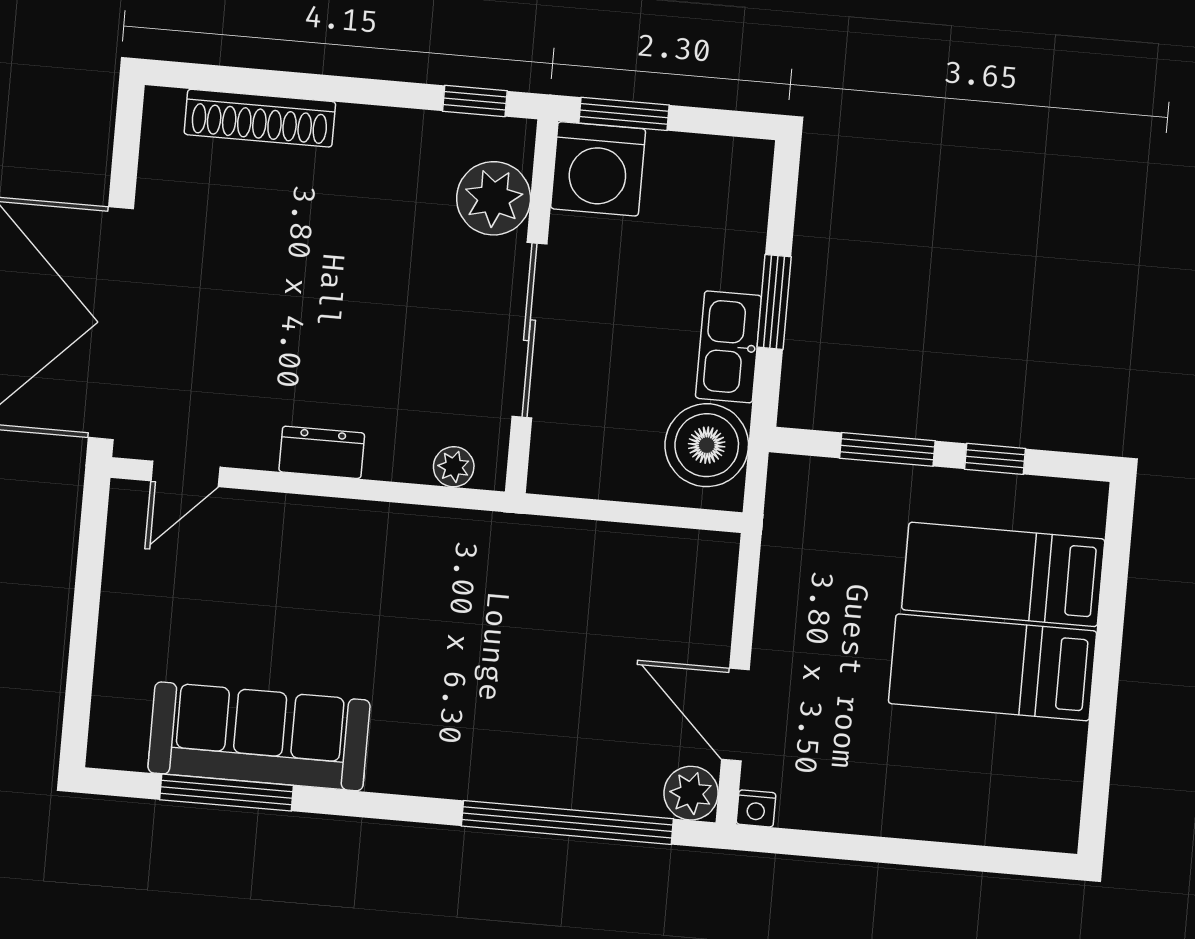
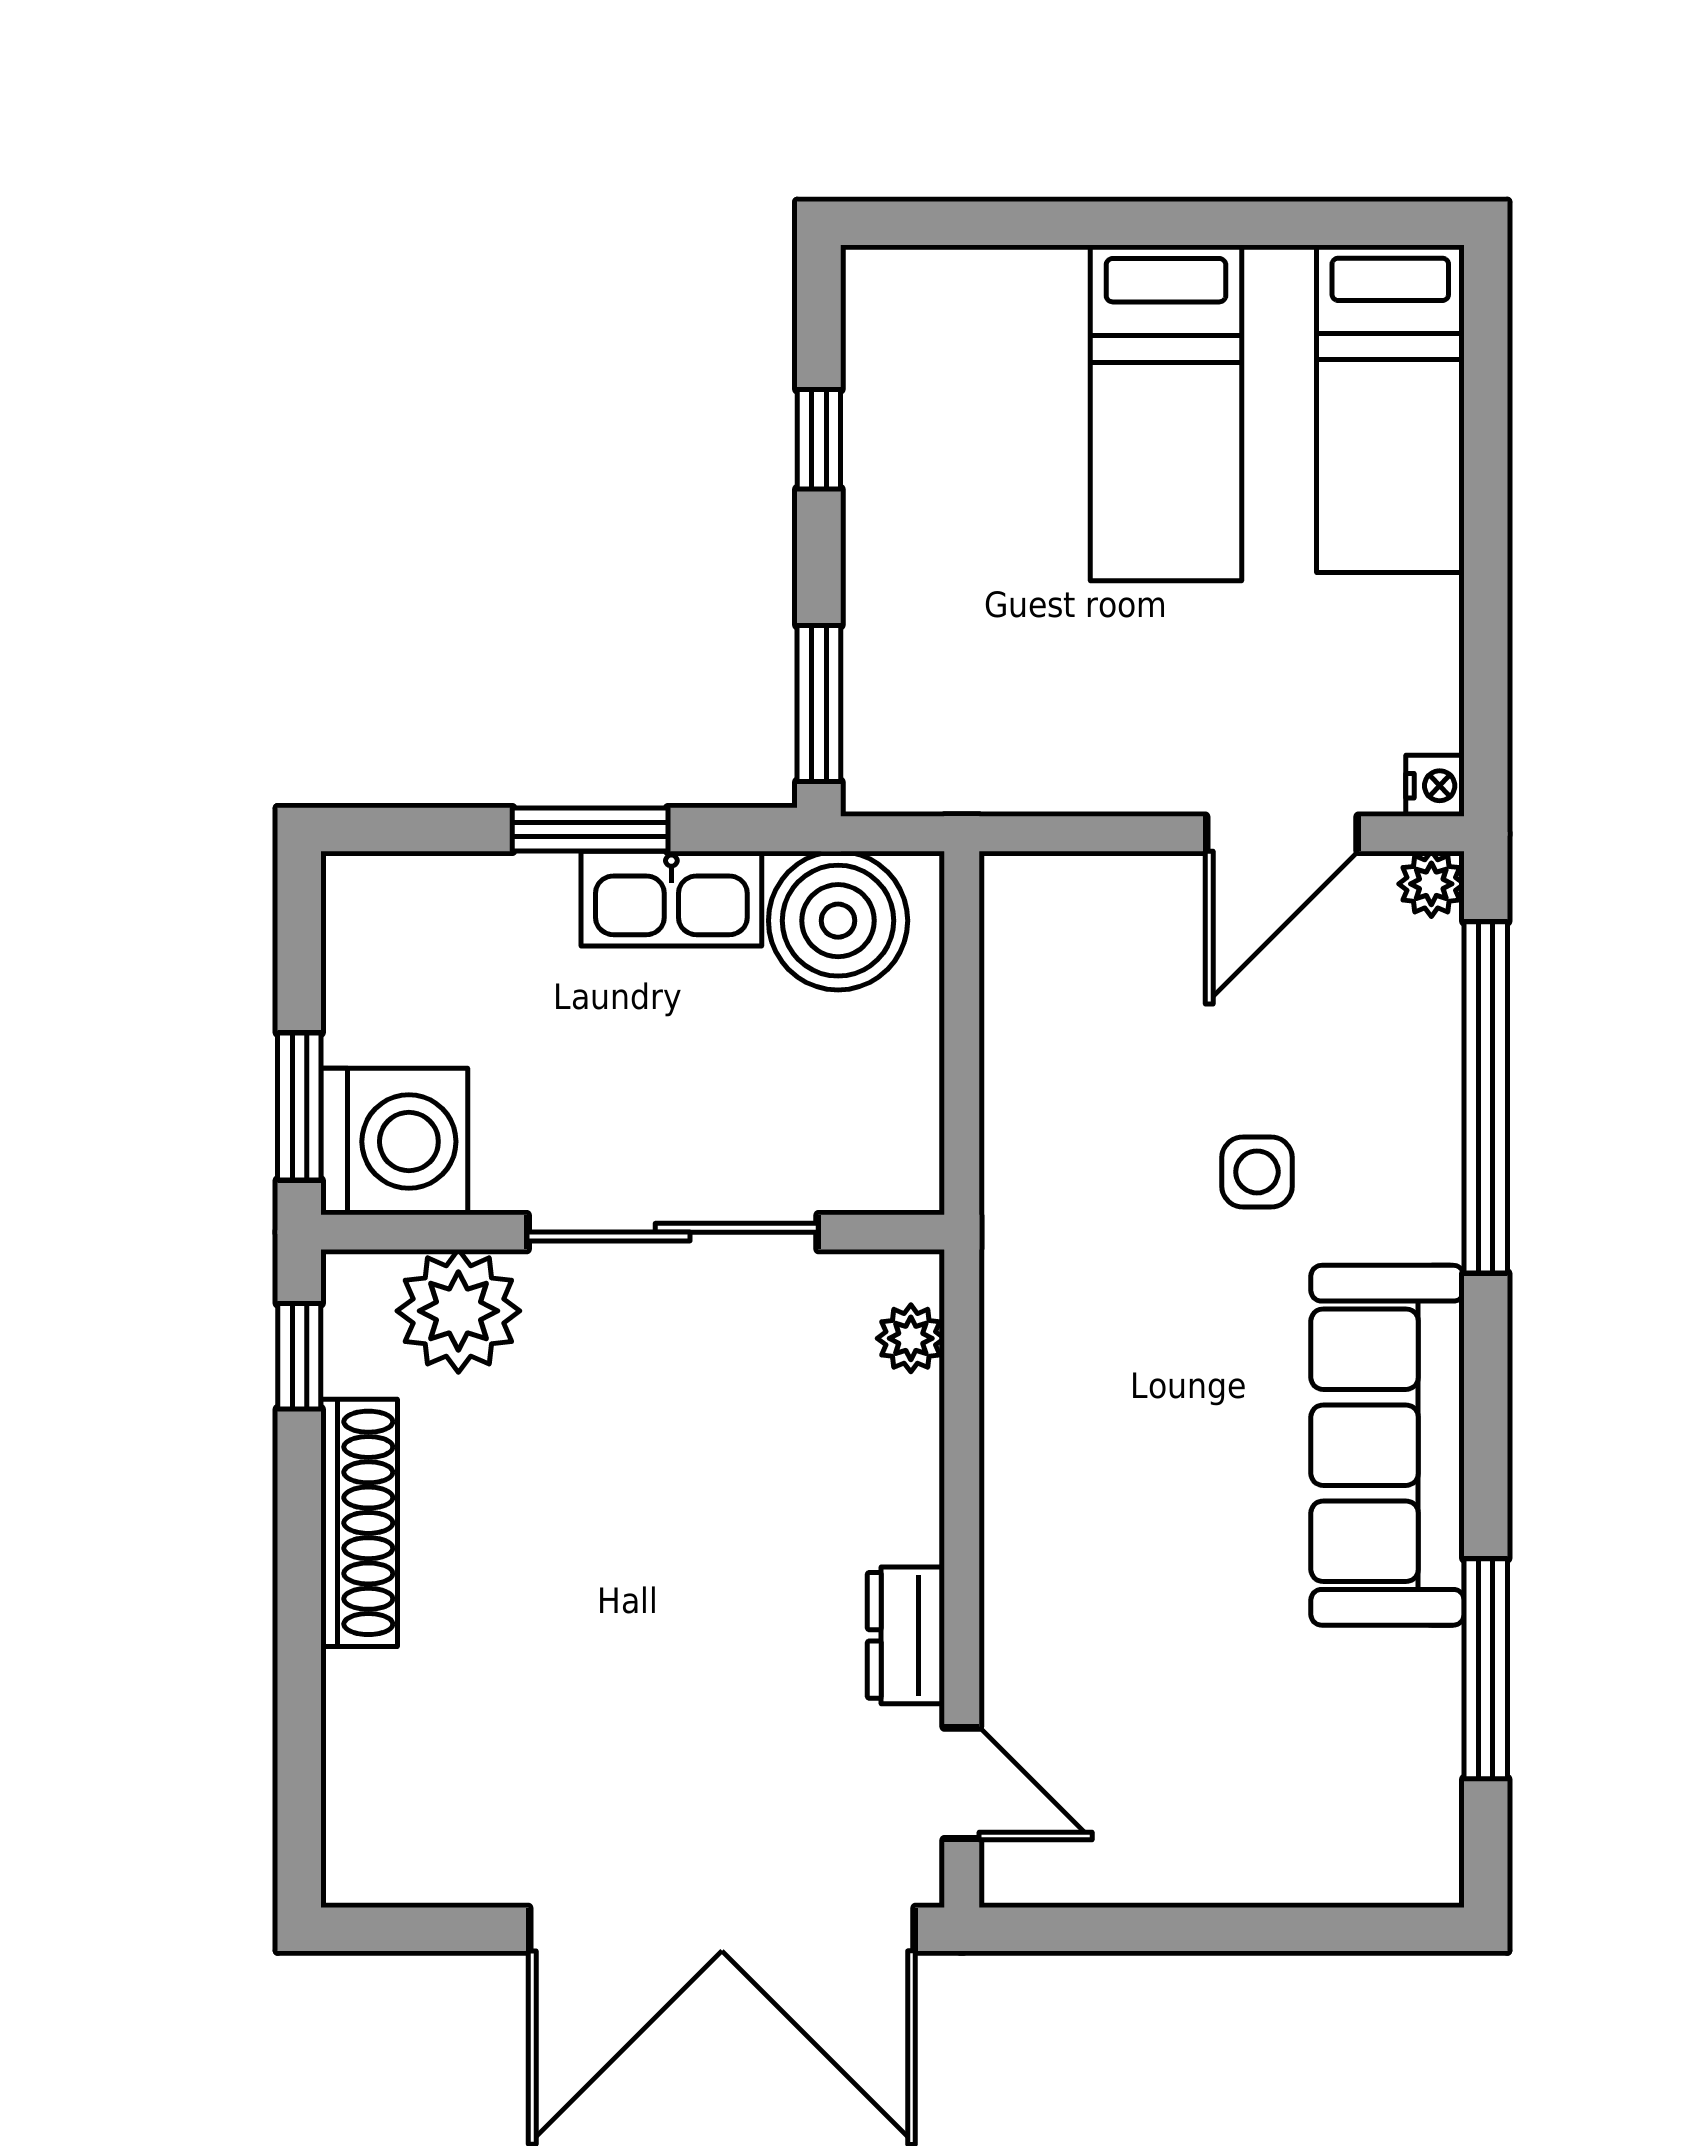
shoe rack: (260, 118) -> (359, 1523), moved
window: (887, 449) -> (819, 704), moved
dresser: (322, 452) -> (906, 1635), moved
bed: (1003, 574) -> (1390, 409), moved
side table: (535, 682) -> (1257, 1172), added
sofa: (259, 736) -> (1387, 1445), moved
plant: (691, 793) -> (1431, 884), width x0.73, depth x0.73

